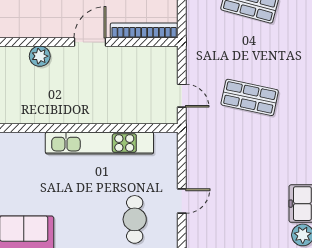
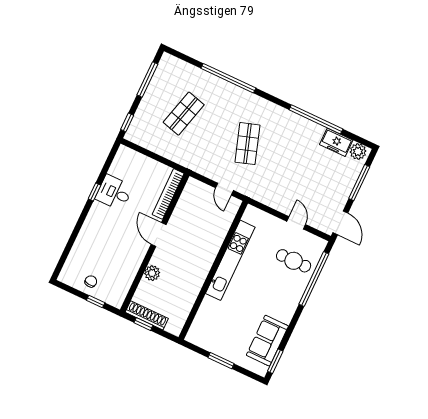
door: (182, 96) -> (224, 189), swing flipped
shop shelf: (250, 97) -> (247, 144), turned -30

